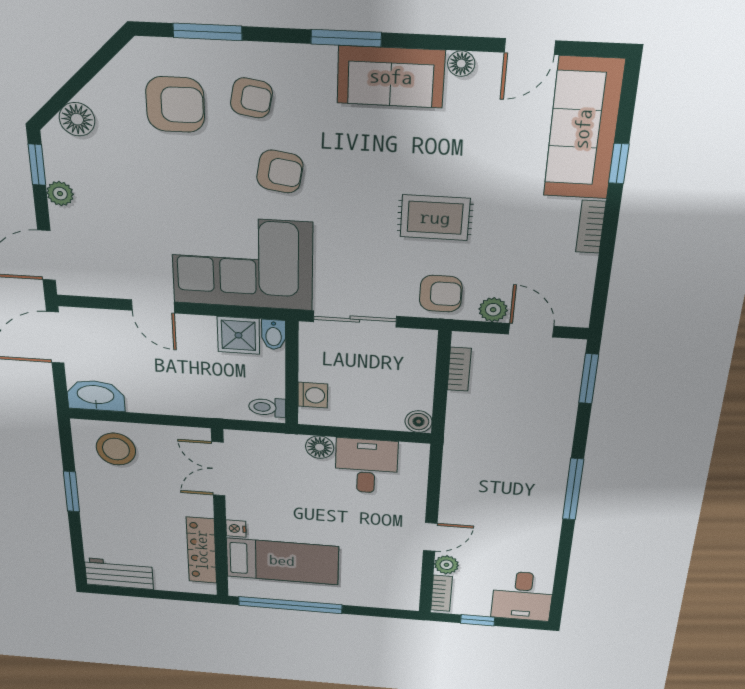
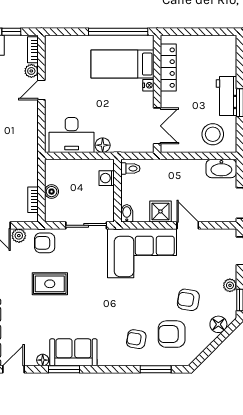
window: (346, 38) -> (64, 369), moved
armchair: (280, 172) -> (188, 300), moved
shower: (238, 335) -> (160, 211), moved
boiler: (419, 422) -> (52, 192), moved
desk: (366, 466) -> (72, 135), width x1.37
workbench: (119, 574) -> (226, 96), moved, turned 90

